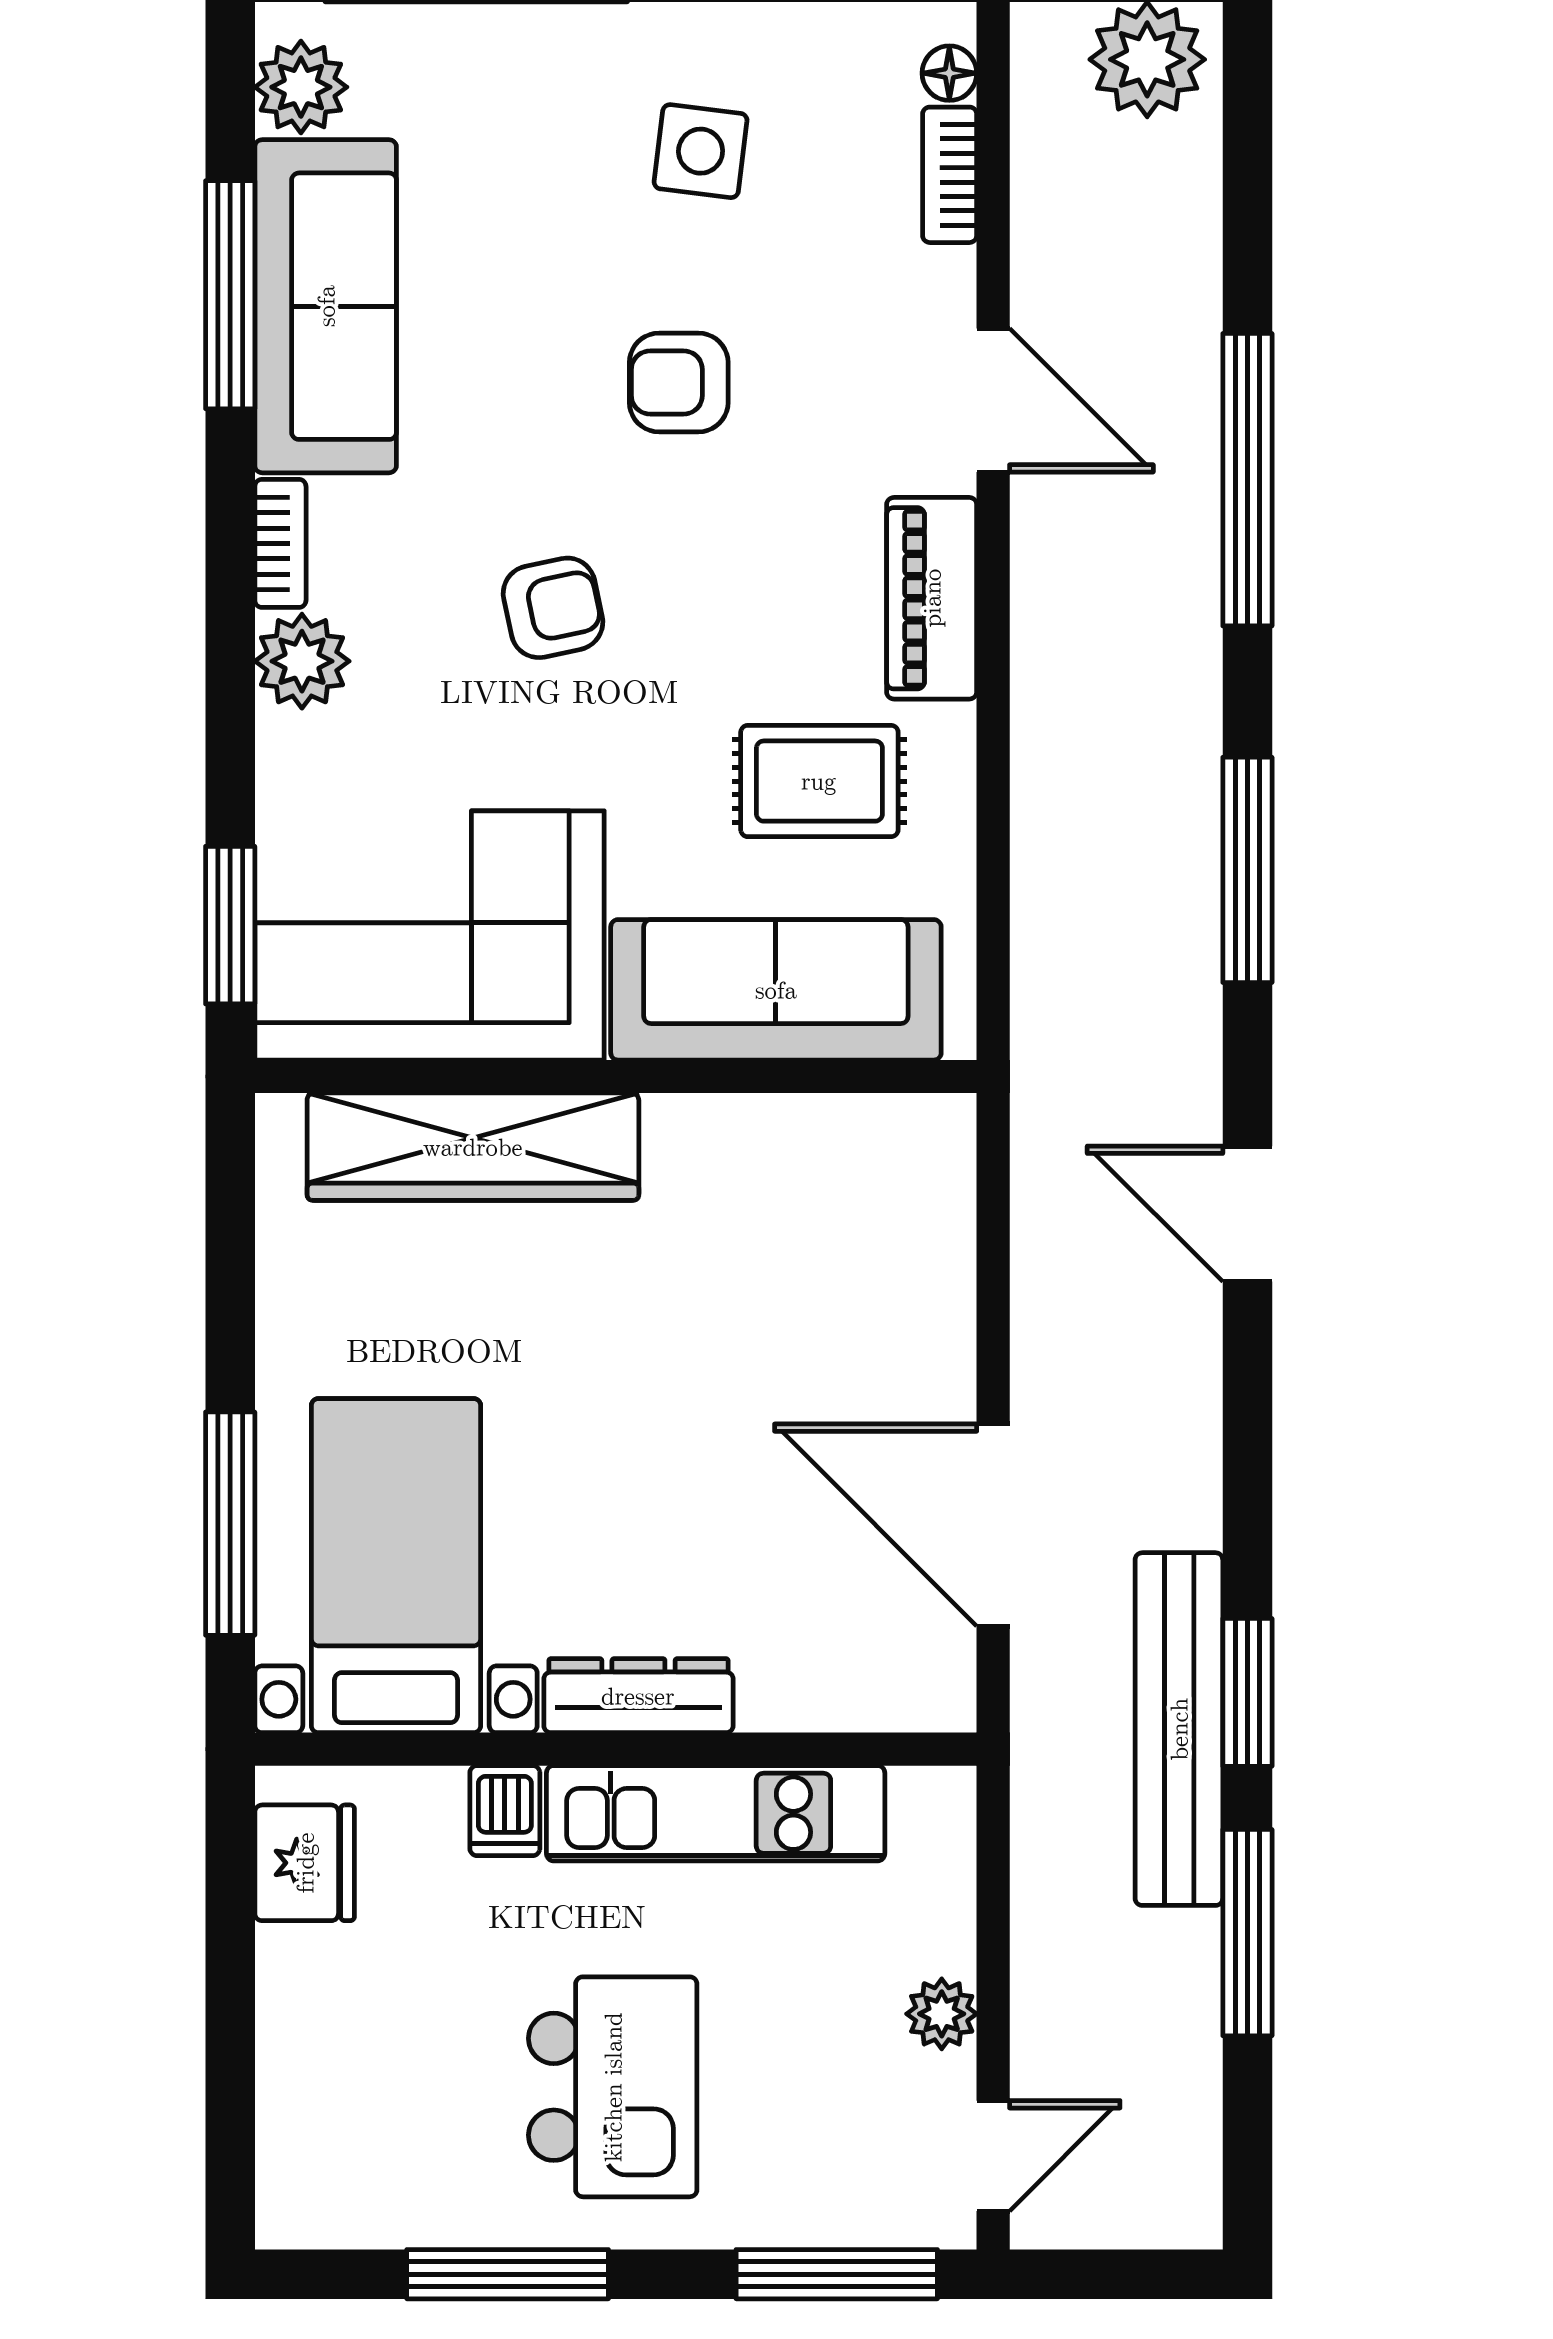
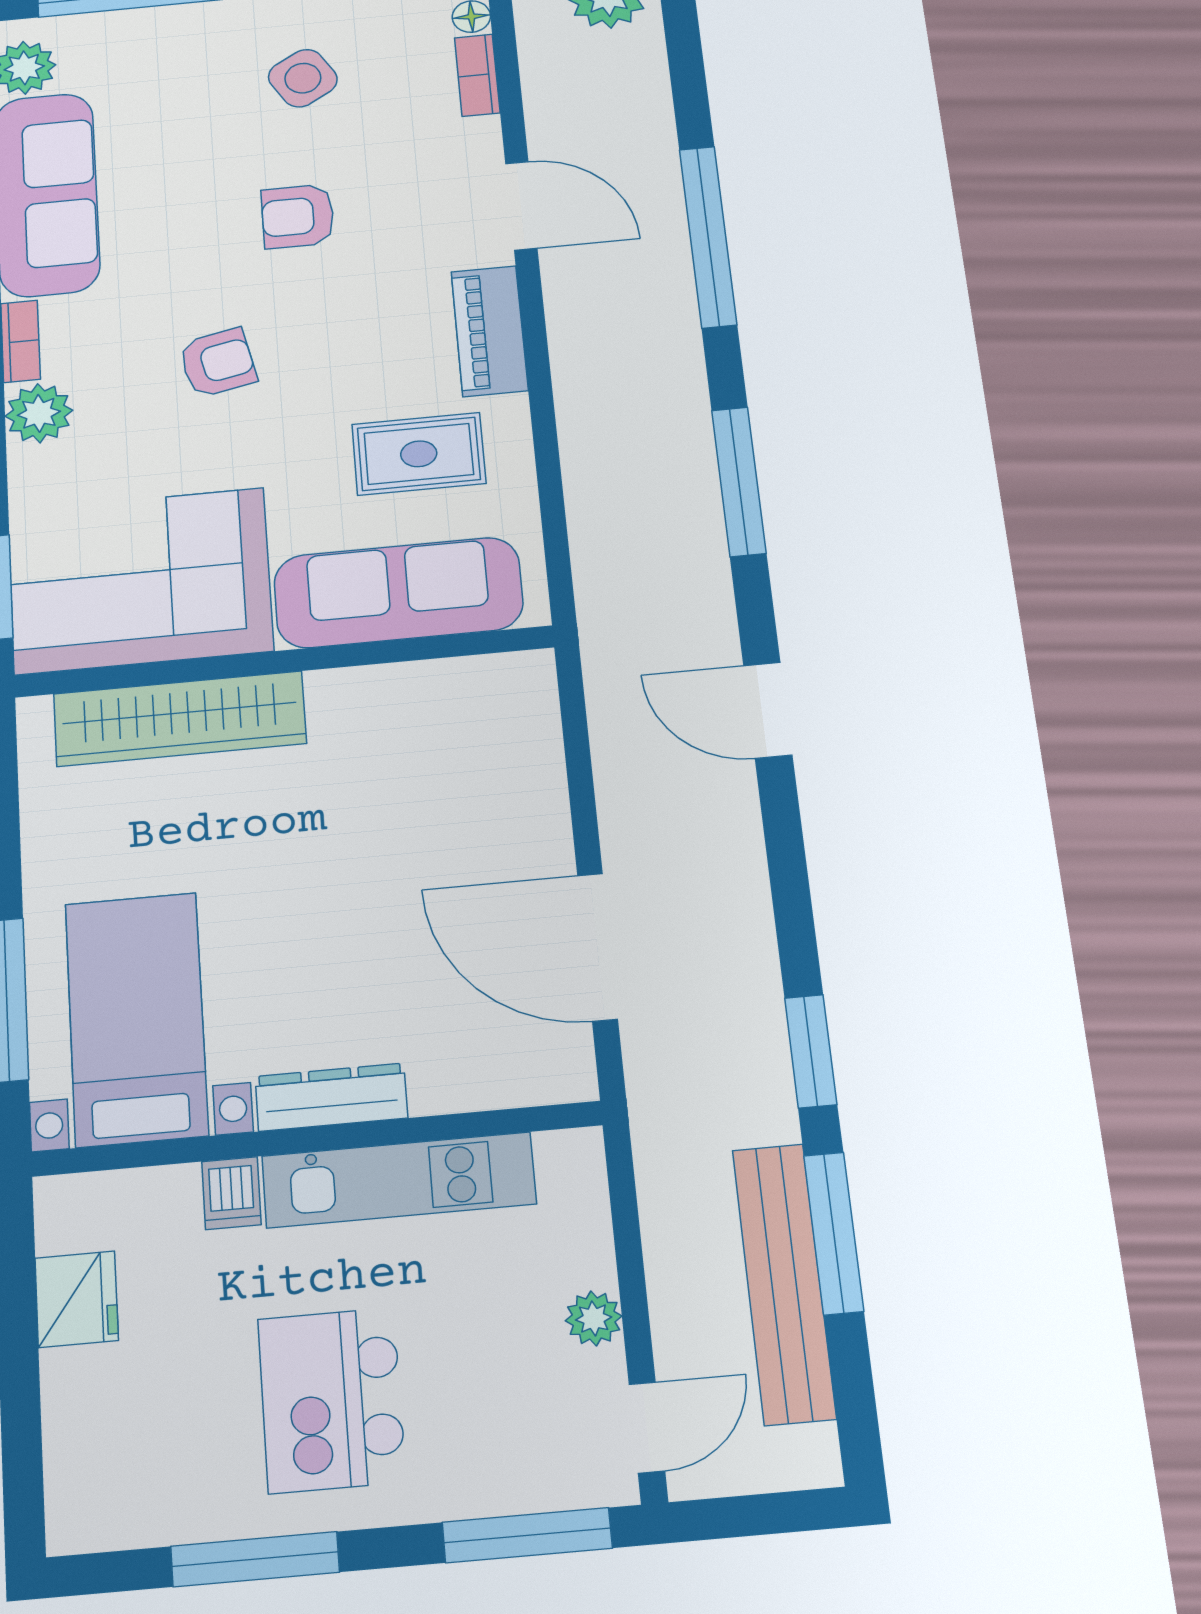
side table: (701, 151) -> (303, 78), turned -38
bench: (1179, 1729) -> (784, 1283), moved
fridge: (305, 1863) -> (77, 1299), moved
kitchen island: (613, 2087) -> (332, 1400), turned 180

